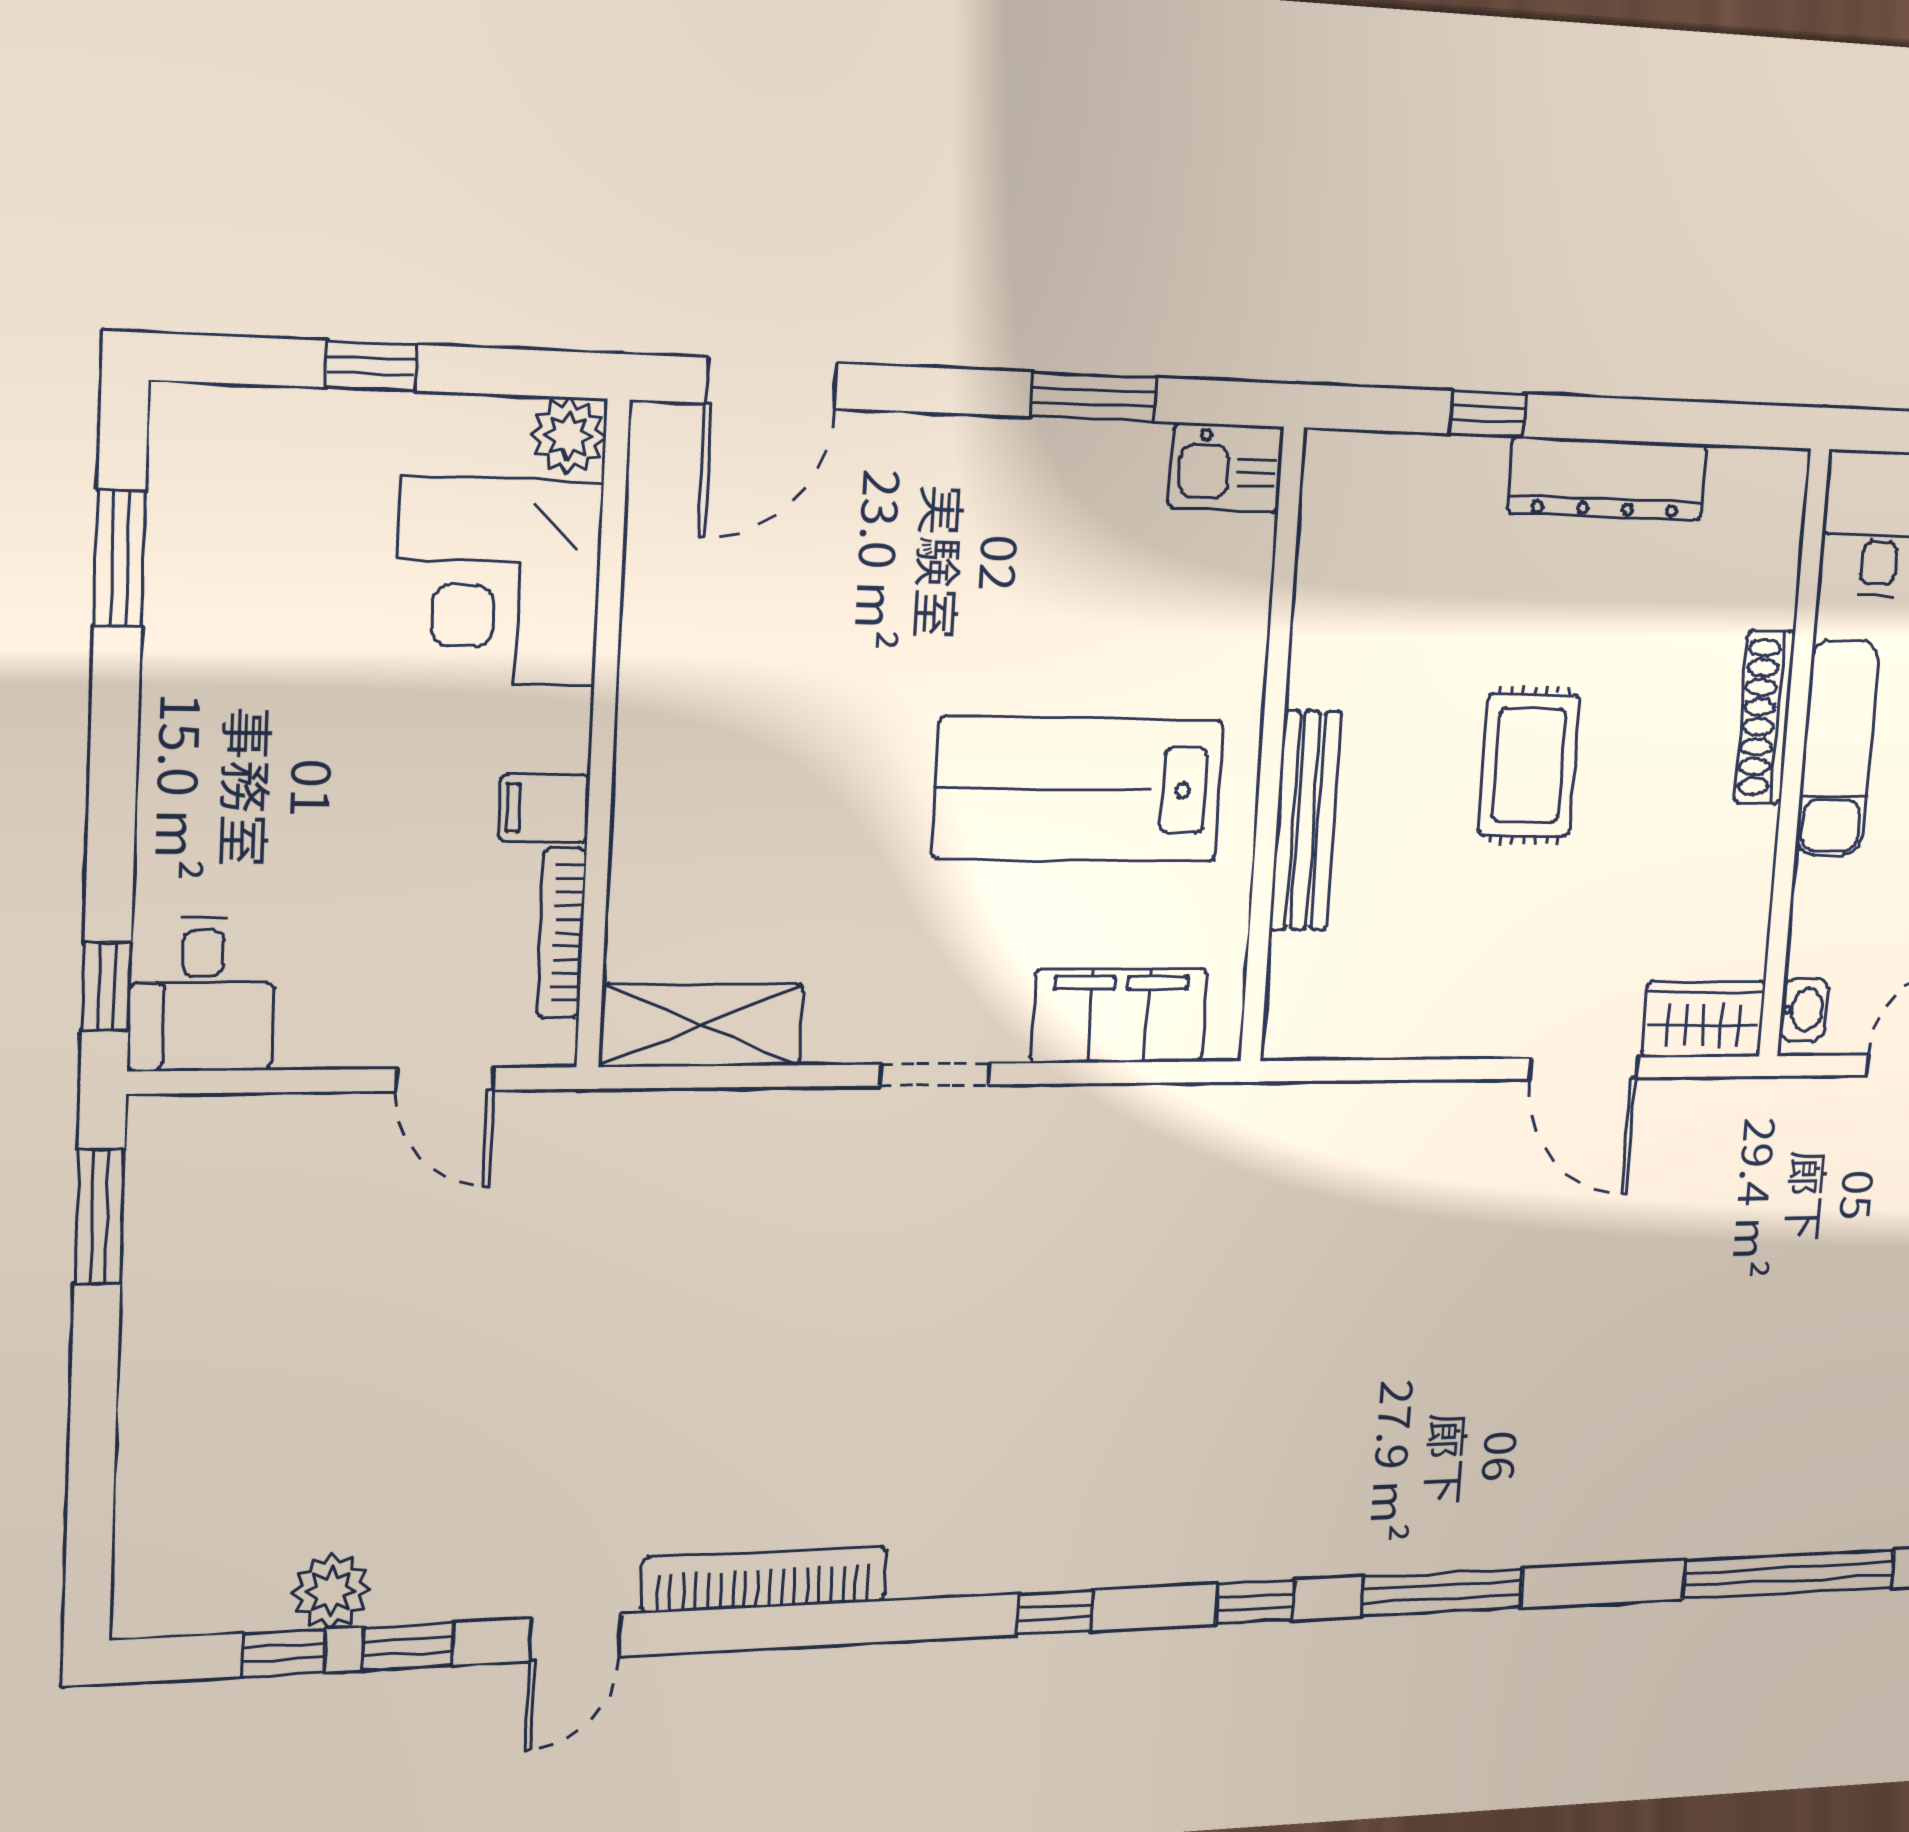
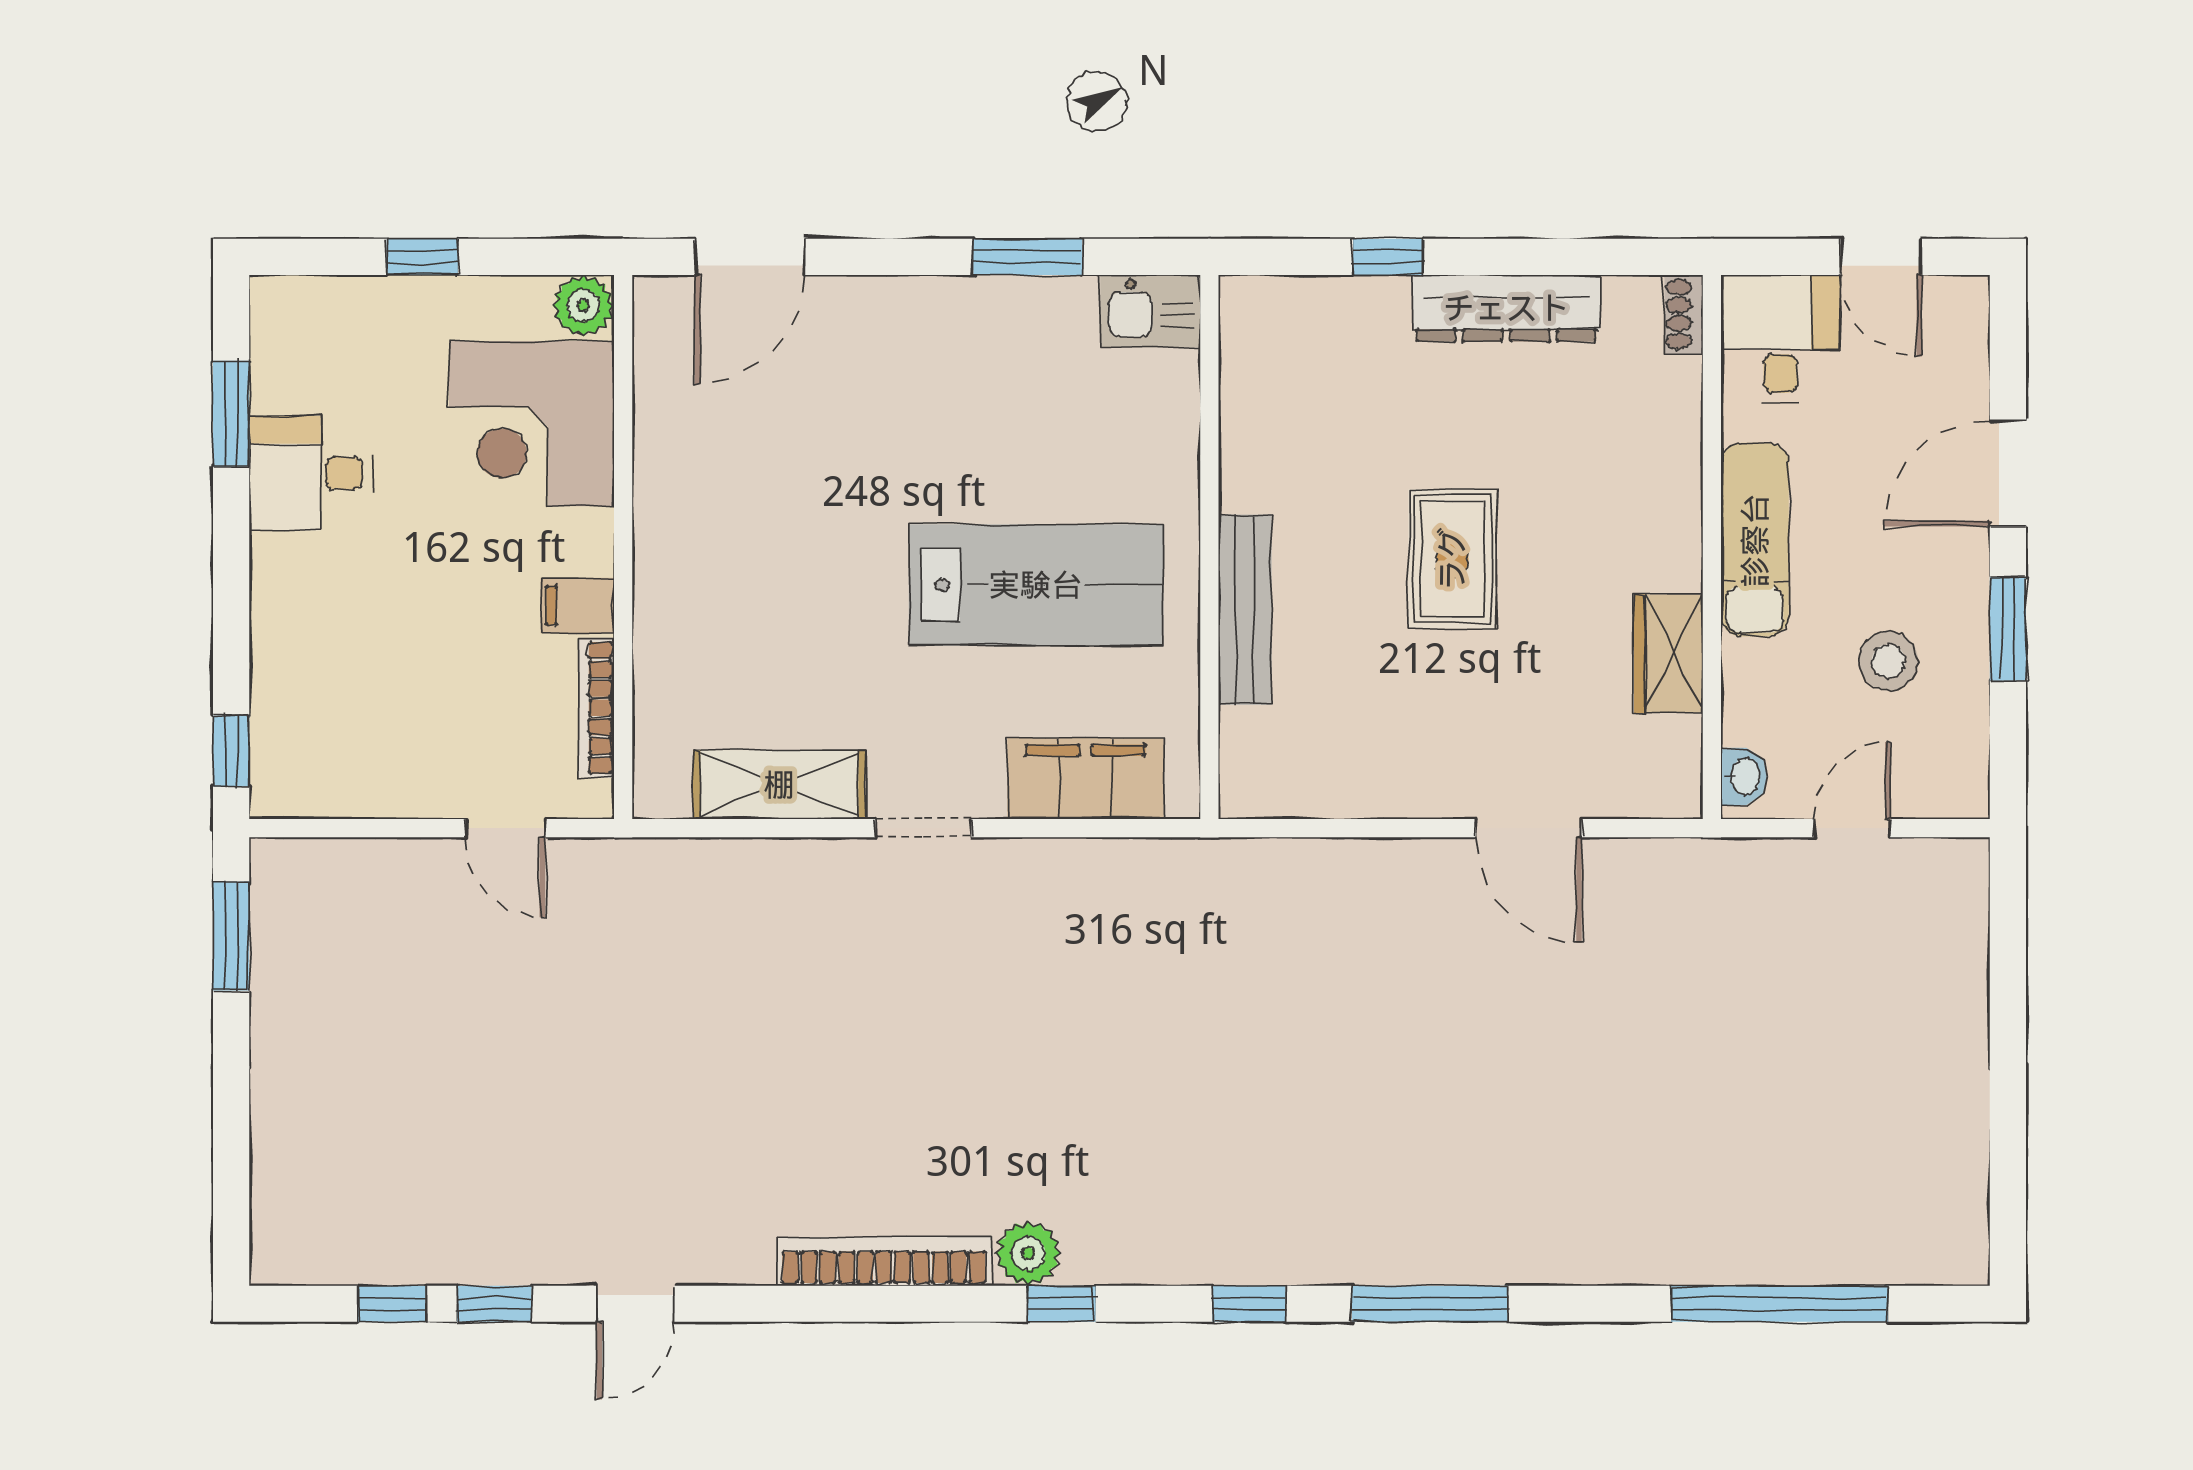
shoe rack: (1765, 717) -> (1684, 314), moved, width x0.51, depth x0.81
lab bench: (1078, 789) -> (1036, 585), turned 180
desk: (202, 995) -> (311, 473), moved, turned 90
wardrobe: (1704, 1019) -> (1669, 654), moved, turned -90
shelving: (702, 1025) -> (779, 785), moved
bookcase: (764, 1580) -> (884, 1261), moved
plant: (331, 1591) -> (1028, 1253), moved

